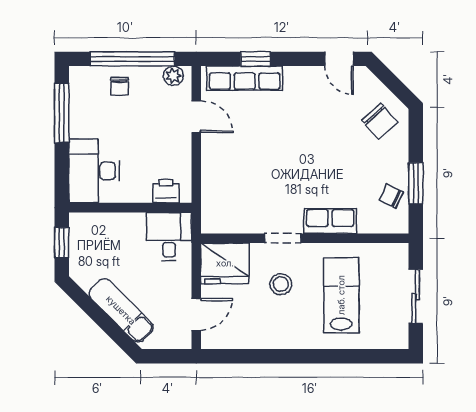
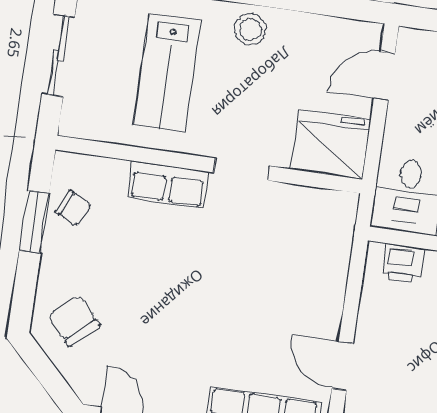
stool: (281, 284) -> (250, 29), moved

